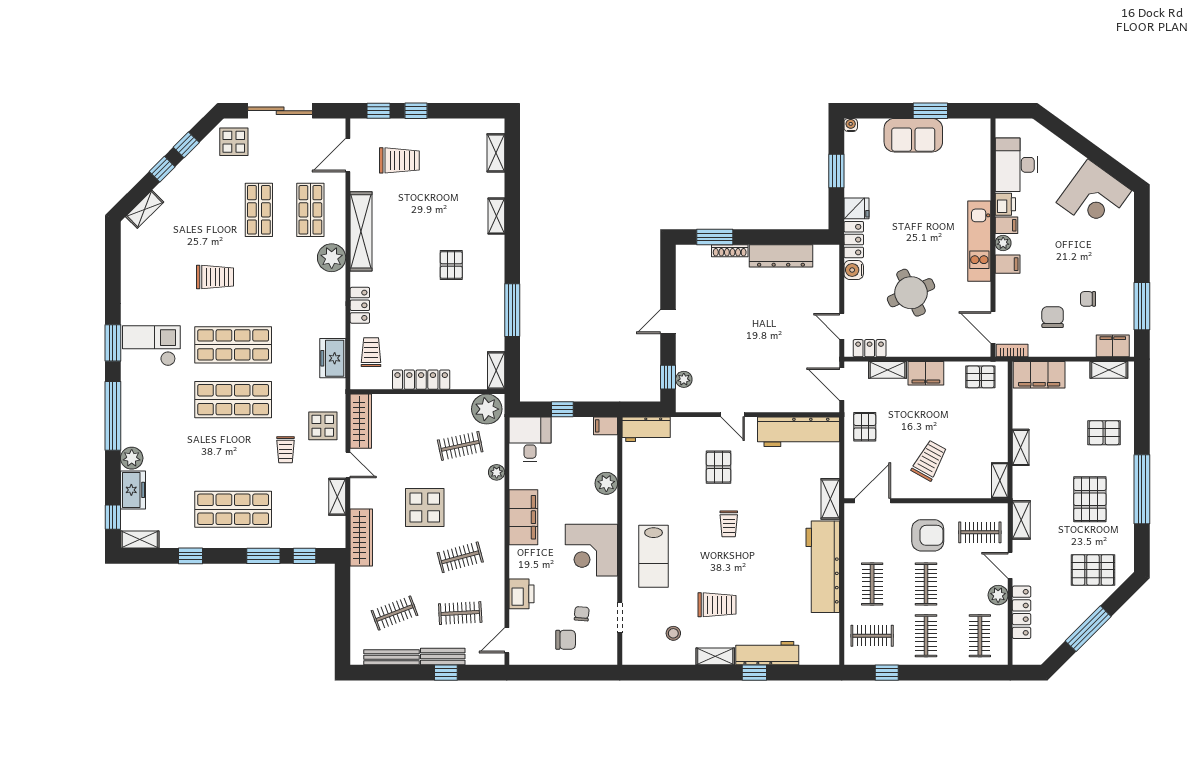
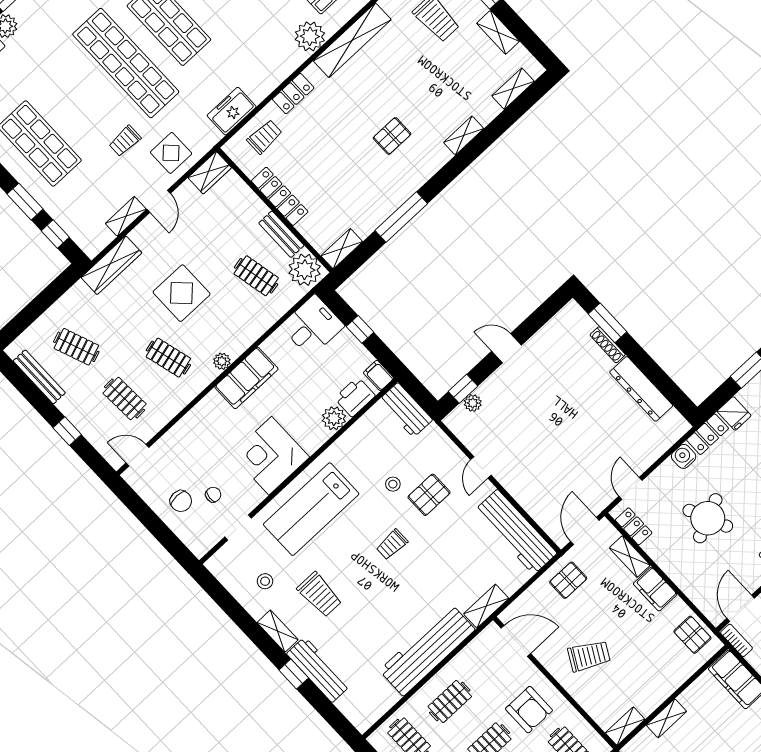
shelving: (448, 127) -> (498, 32), added
shop shelf: (233, 400) -> (126, 63), width x1.40
wardrobe: (361, 421) -> (210, 173), width x0.67
plant: (497, 472) -> (222, 361), moved
stool: (688, 485) -> (393, 484), added
lab bench: (654, 556) -> (311, 509), width x1.36, depth x1.39
printer: (522, 594) -> (355, 397), moved, turned 180
bench: (443, 657) -> (281, 234), moved

